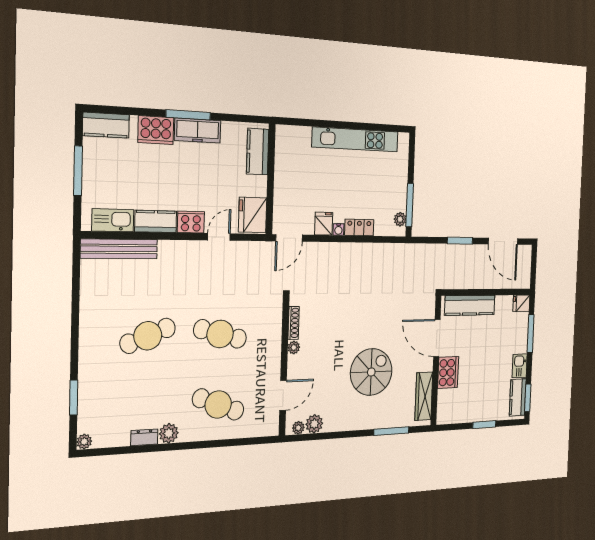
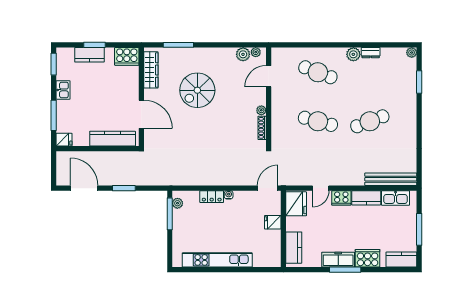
fridge: (324, 224) -> (273, 222), moved, turned 90
cooker: (448, 373) -> (127, 56), moved, turned -90
kitchen counter: (518, 397) -> (89, 55), moved, turned 90

